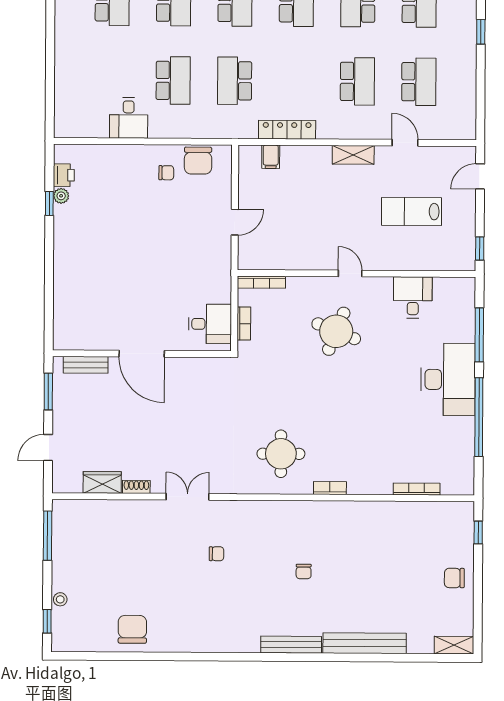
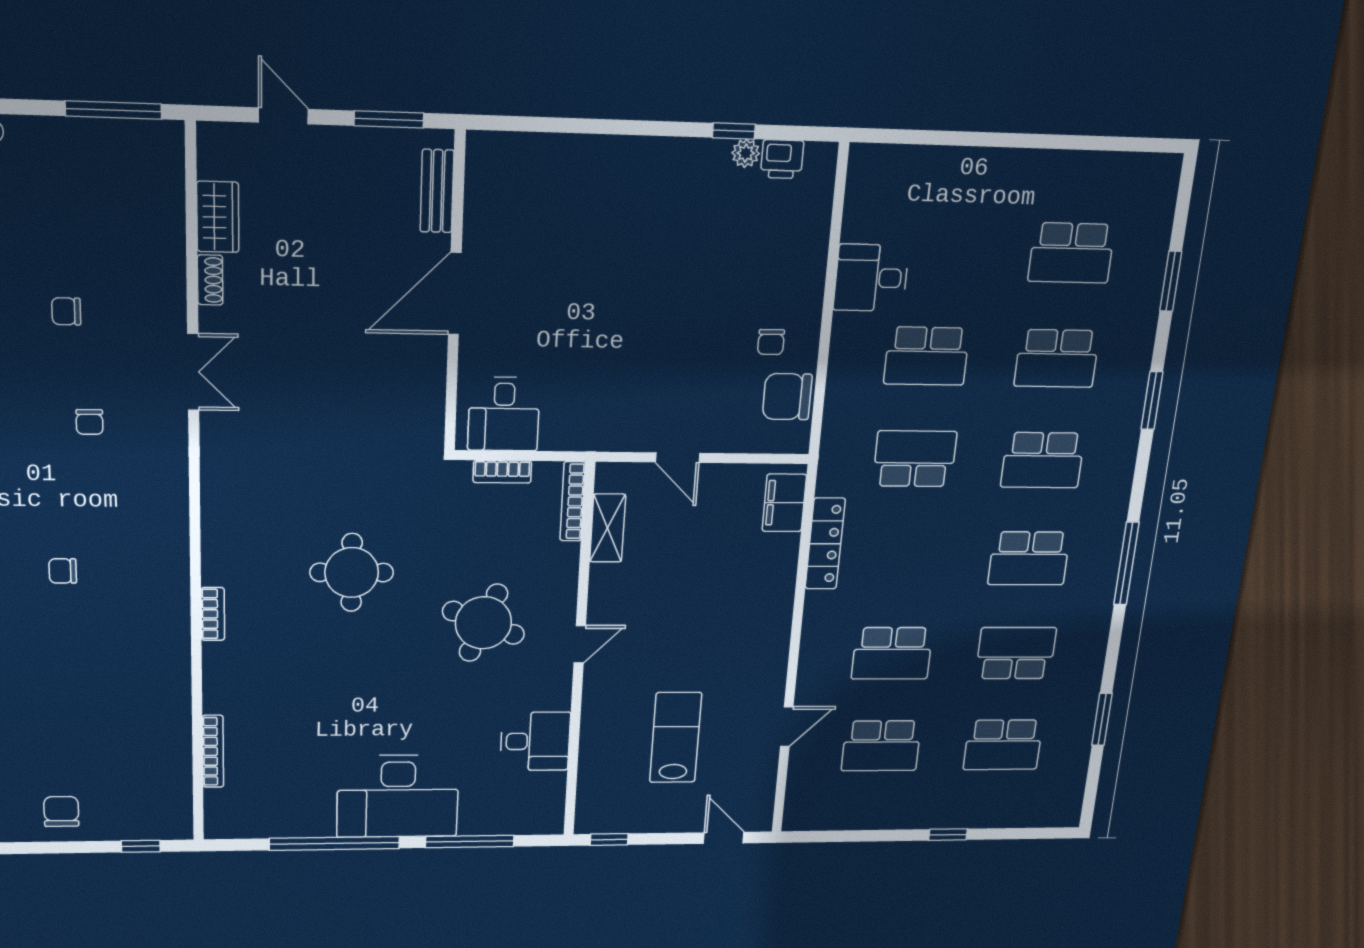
shelving: (353, 155) -> (608, 528), moved
filing cabinet: (271, 157) -> (784, 503), width x2.00
round table: (281, 454) -> (352, 572), moved
chair: (155, 564) -> (66, 311), added

